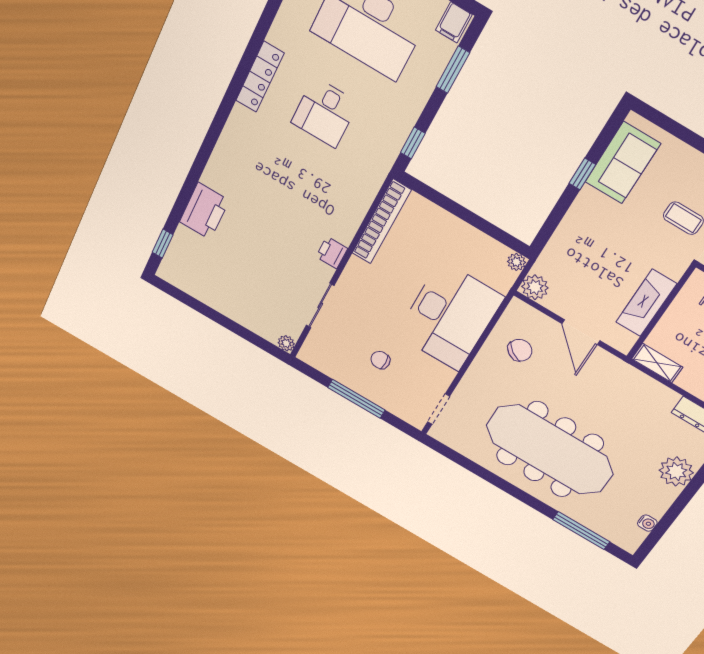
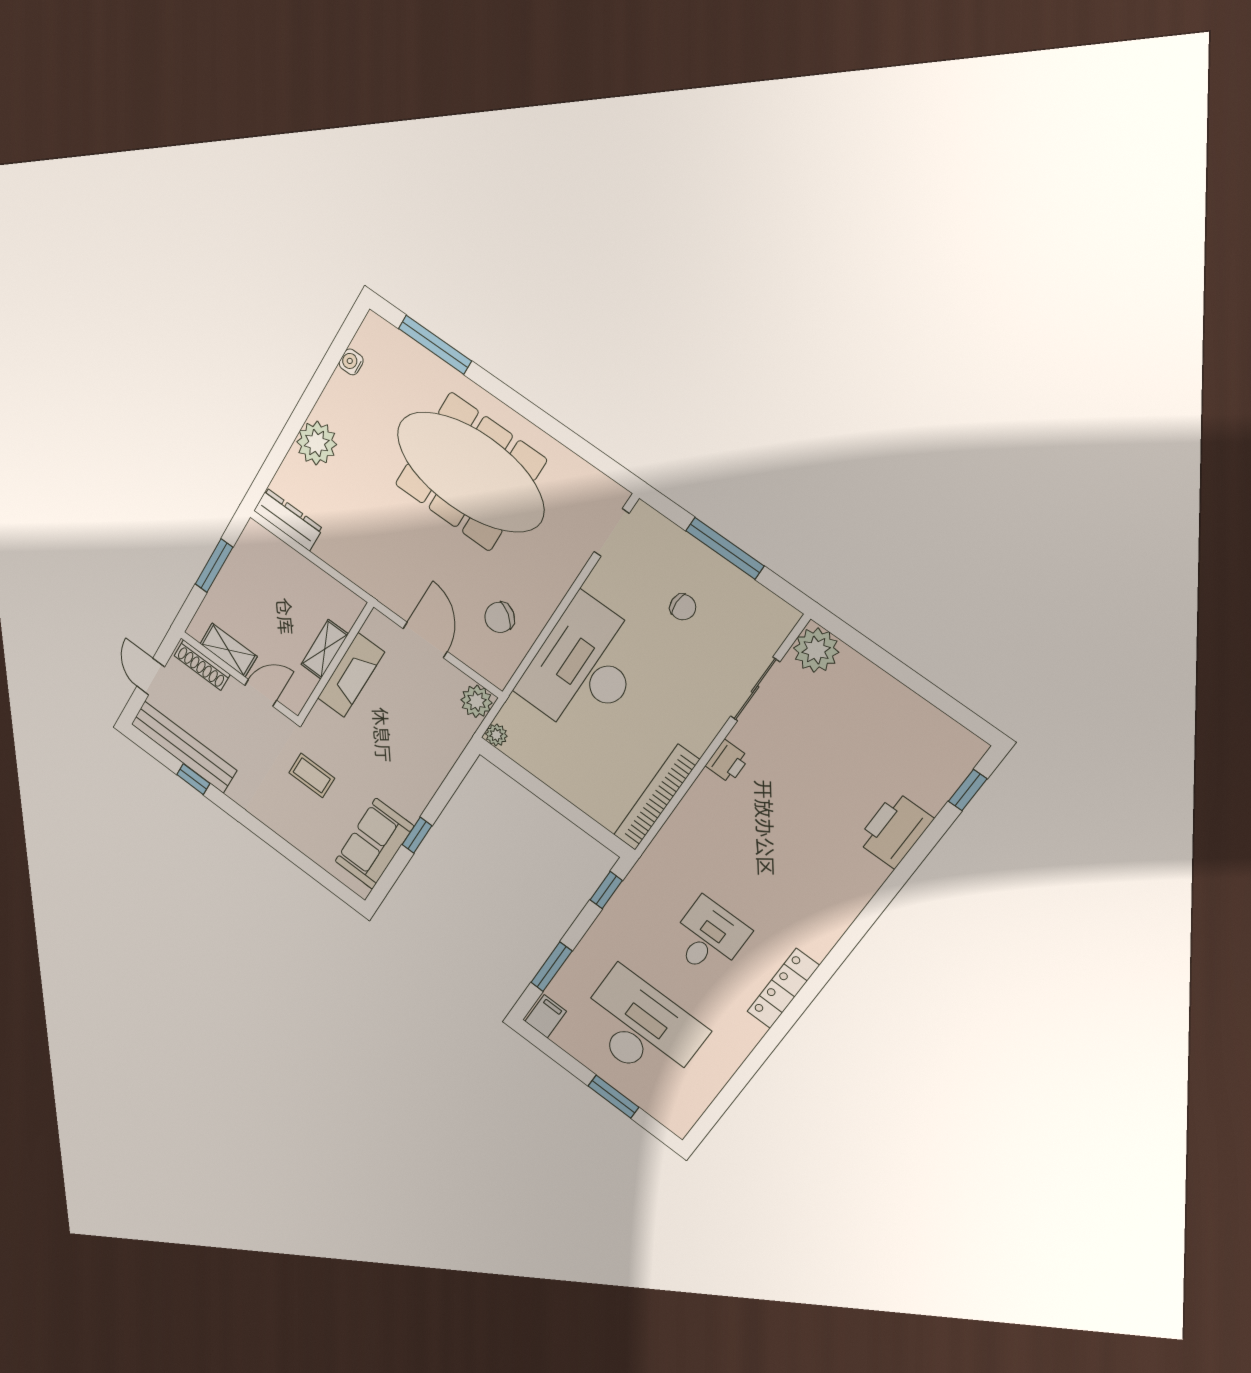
plant: (286, 343) -> (816, 650), width x1.87, depth x1.87
shelving: (657, 363) -> (325, 649), moved, turned 90

